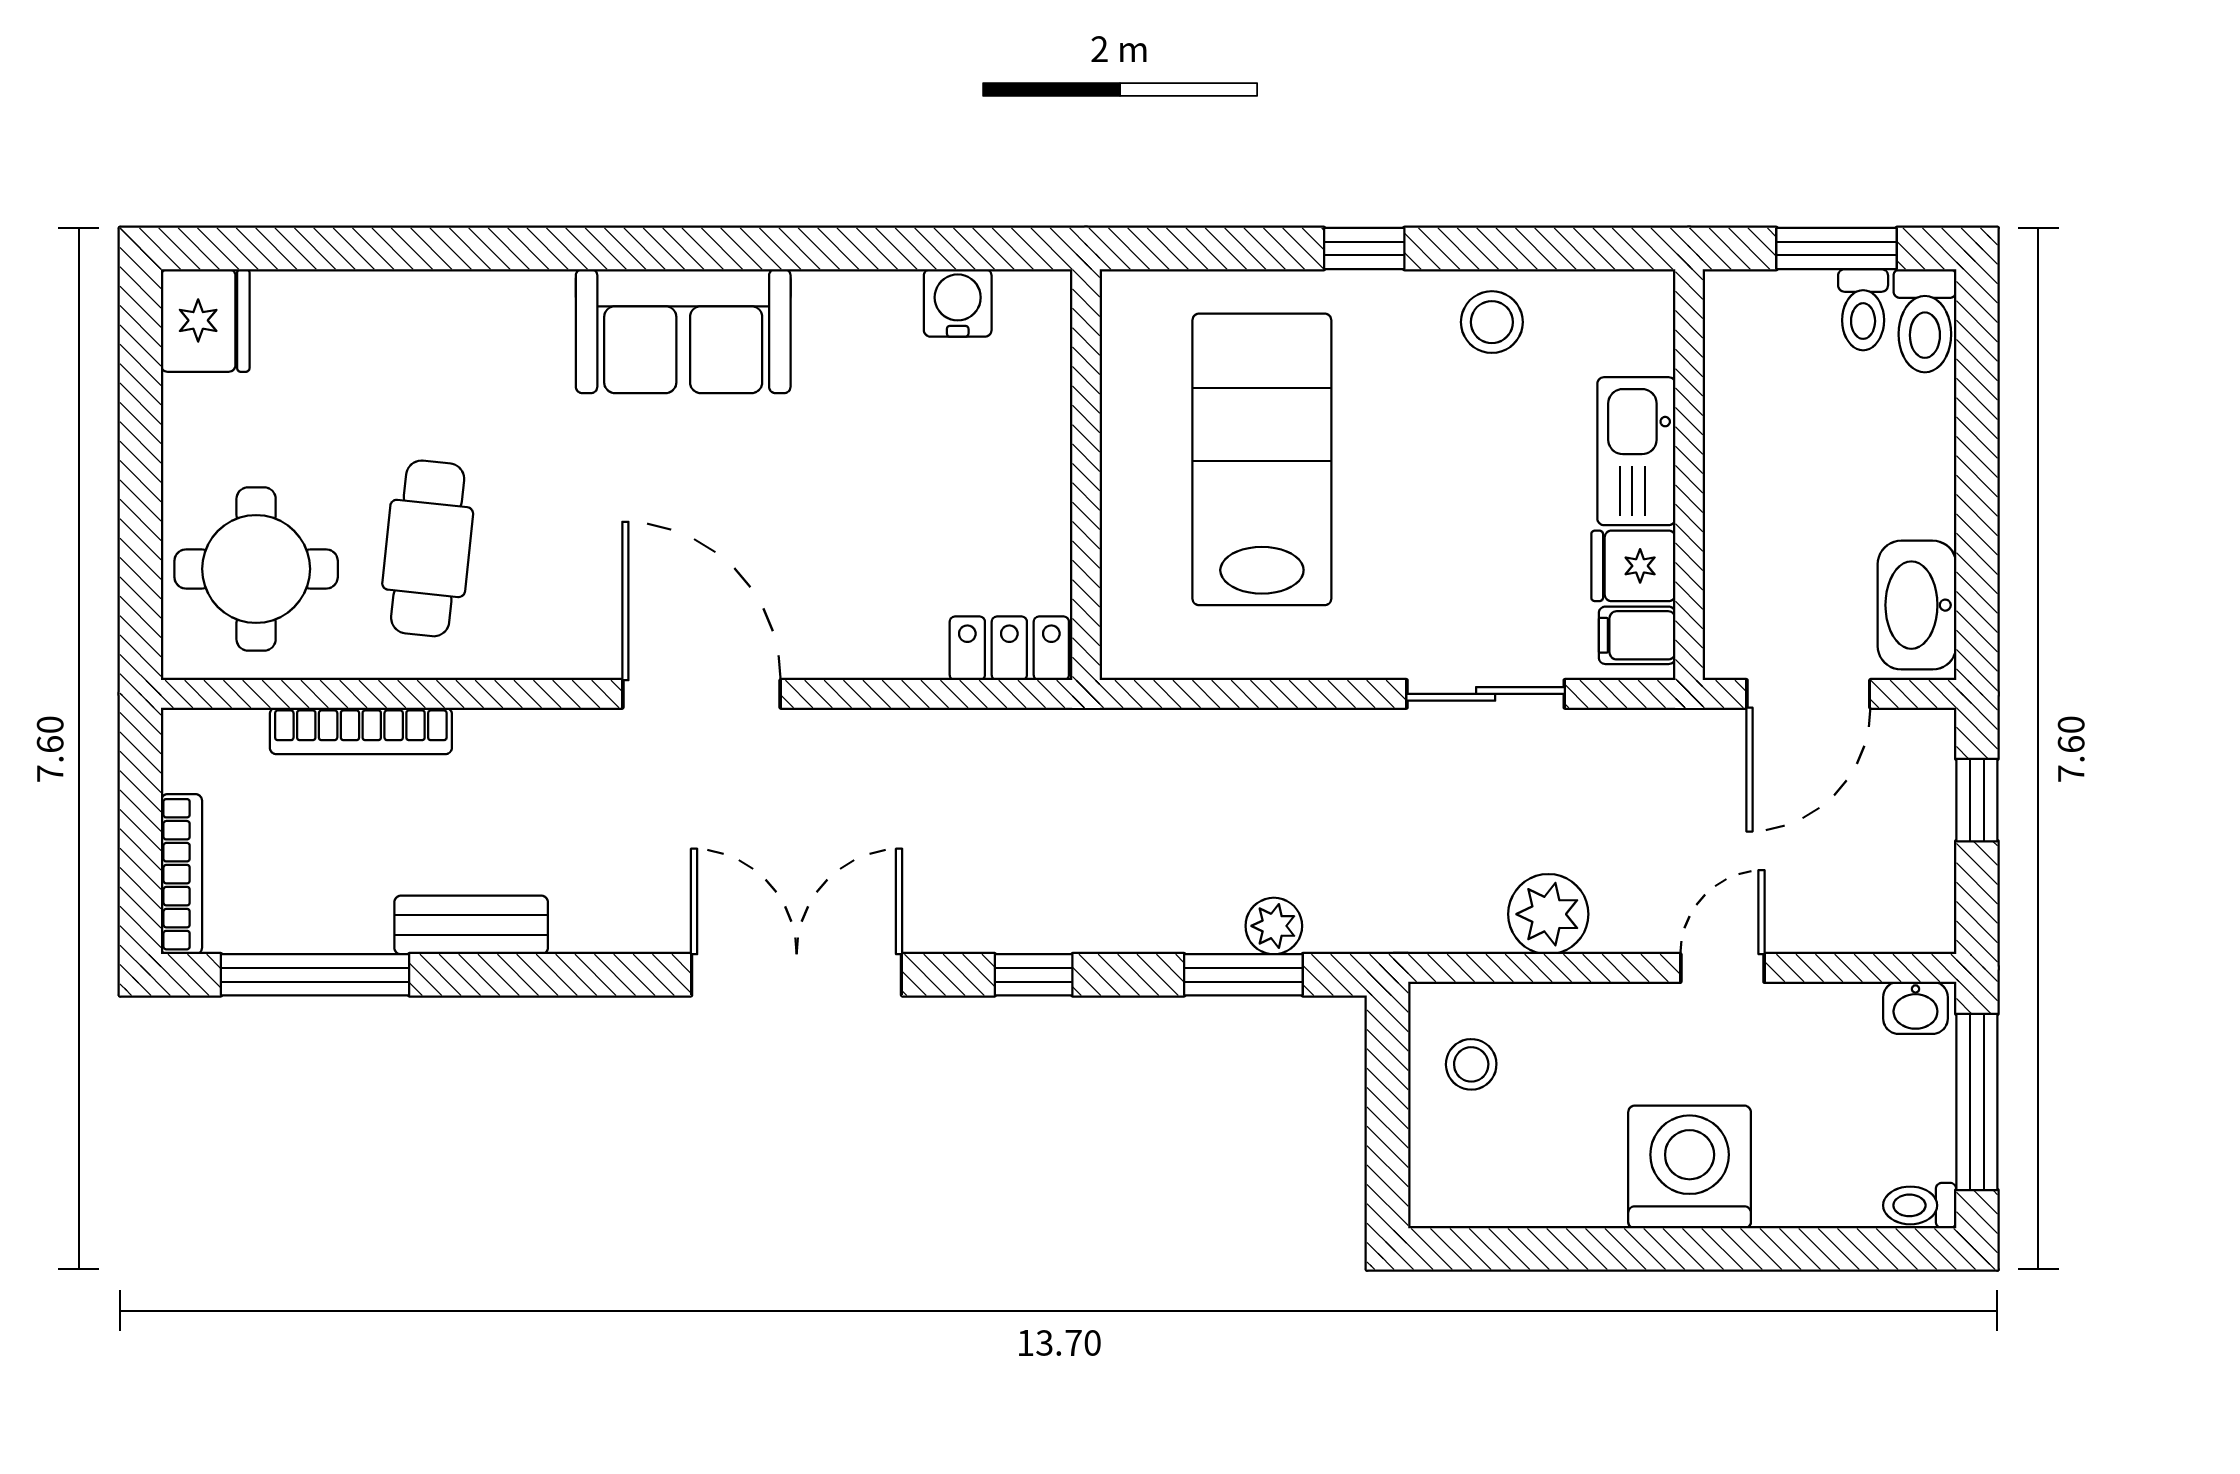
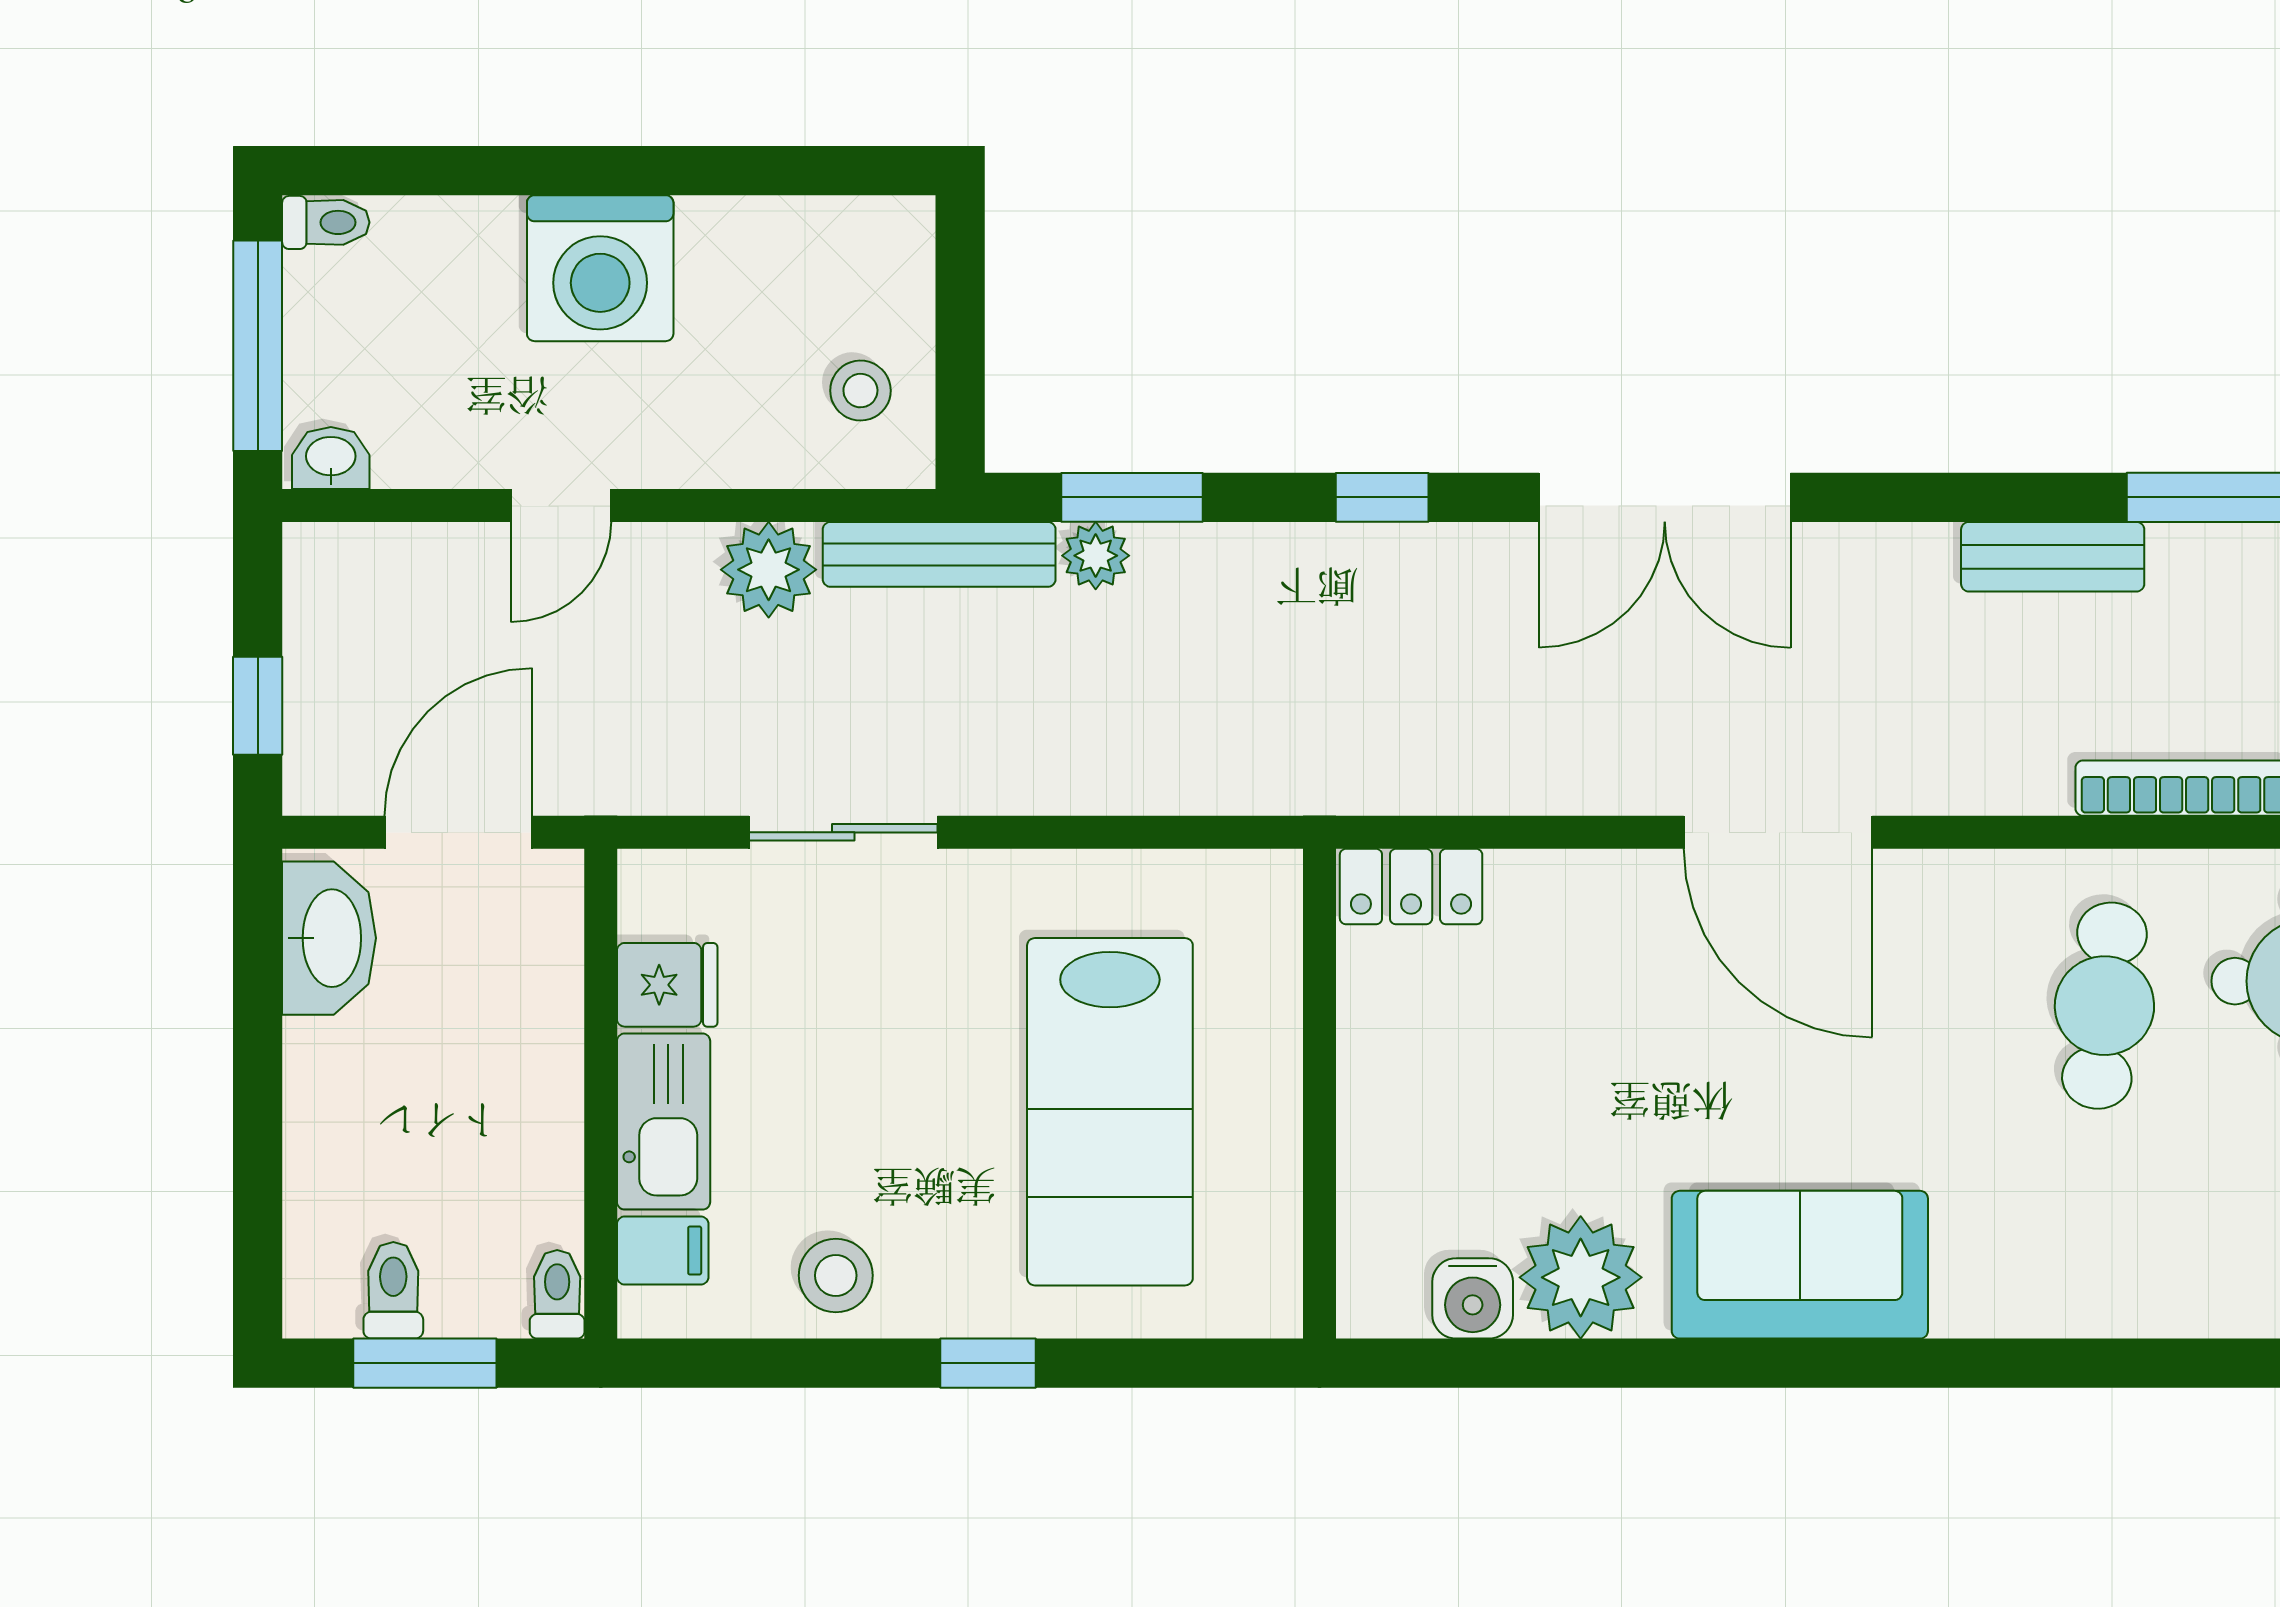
plant: (867, 320) -> (1581, 1277), added
toilet: (1925, 321) -> (557, 1294), moved, width x0.73, depth x0.72
filing cabinet: (1637, 635) -> (663, 1250), moved
bench: (1405, 927) -> (939, 554), added

